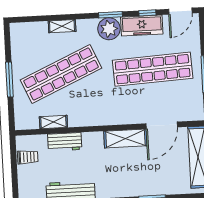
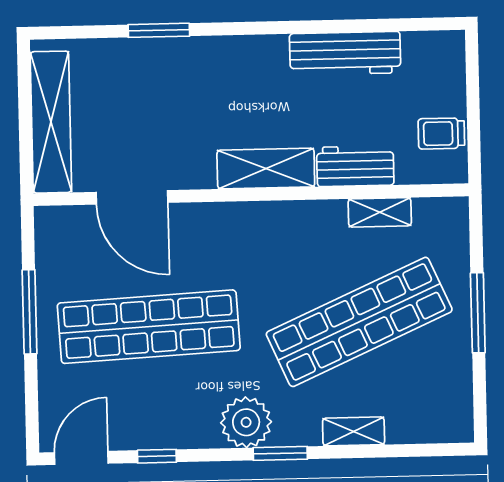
window: (111, 15) -> (280, 453), moved
freezer: (142, 26) -> (171, 427), removed
door: (162, 125) -> (132, 197), swing flipped
shelving: (125, 138) -> (266, 169), moved

